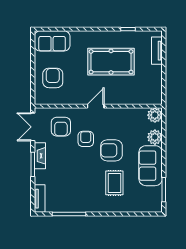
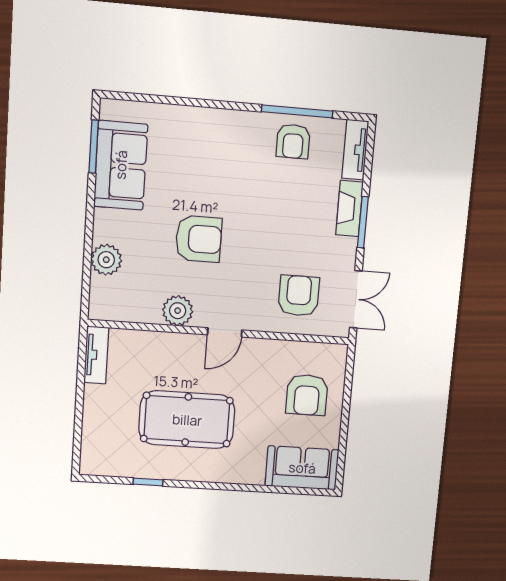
tv unit: (157, 51) -> (96, 355), moved
plant: (155, 115) -> (178, 311), moved
armchair: (86, 139) -> (293, 141), moved
fireplace: (40, 156) -> (349, 208), moved
sofa: (151, 166) -> (121, 165), moved
rug: (114, 183) -> (197, 170), removed

